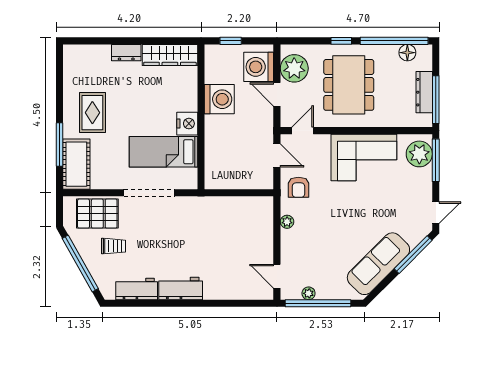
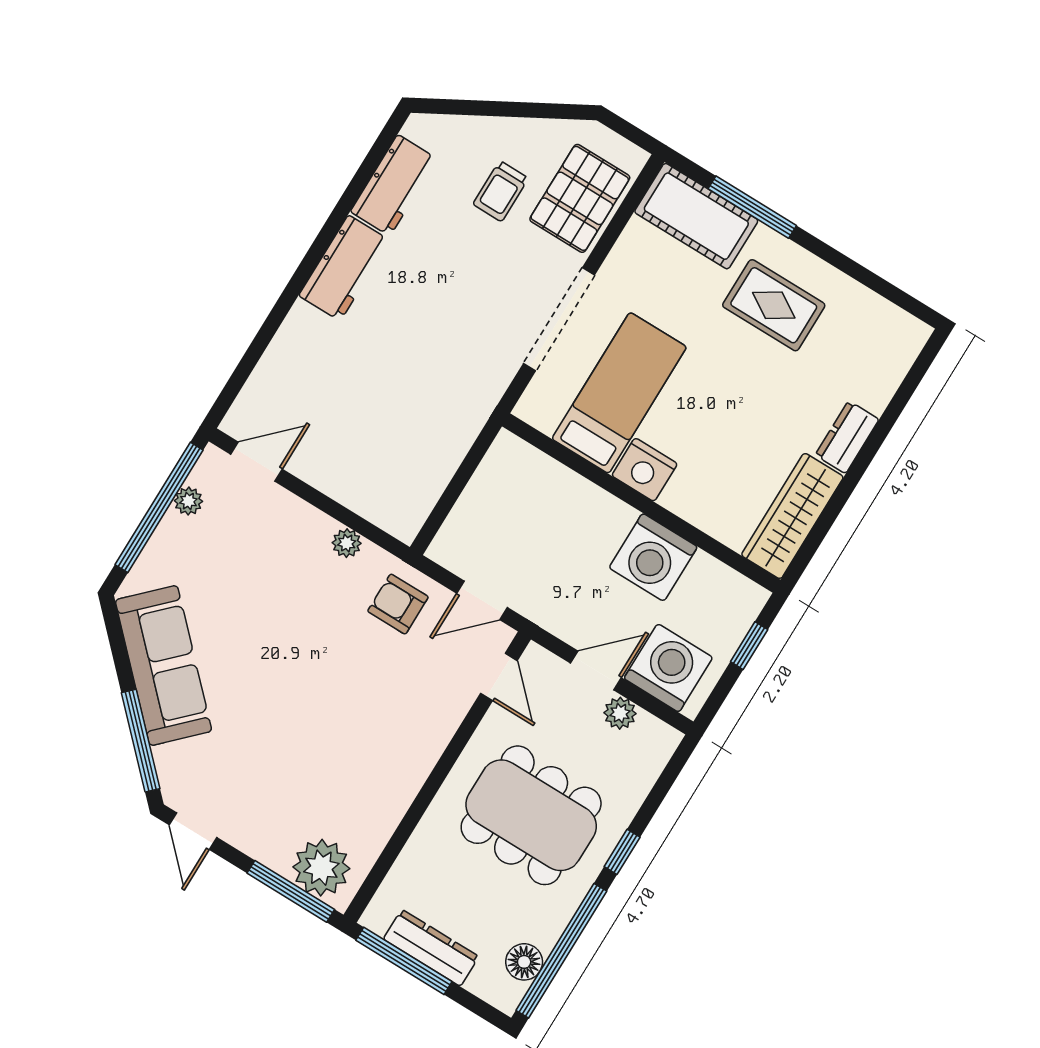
plant: (294, 68) -> (620, 713), width x0.53, depth x0.53
corner sofa: (364, 157) -> (379, 760), removed
window: (80, 263) -> (506, 109), removed

